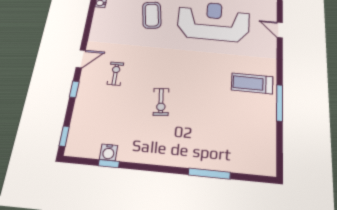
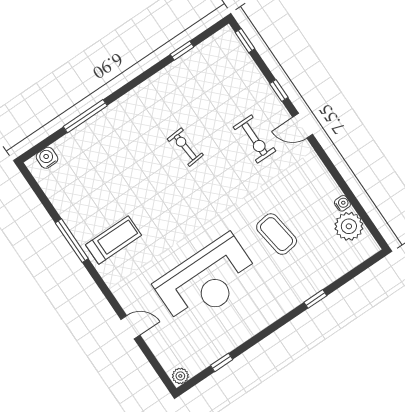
door: (81, 59) -> (303, 126), hinge flipped
exercise bike: (115, 74) -> (254, 139), width x1.38, depth x1.39
water cooler: (109, 152) -> (47, 158), moved

